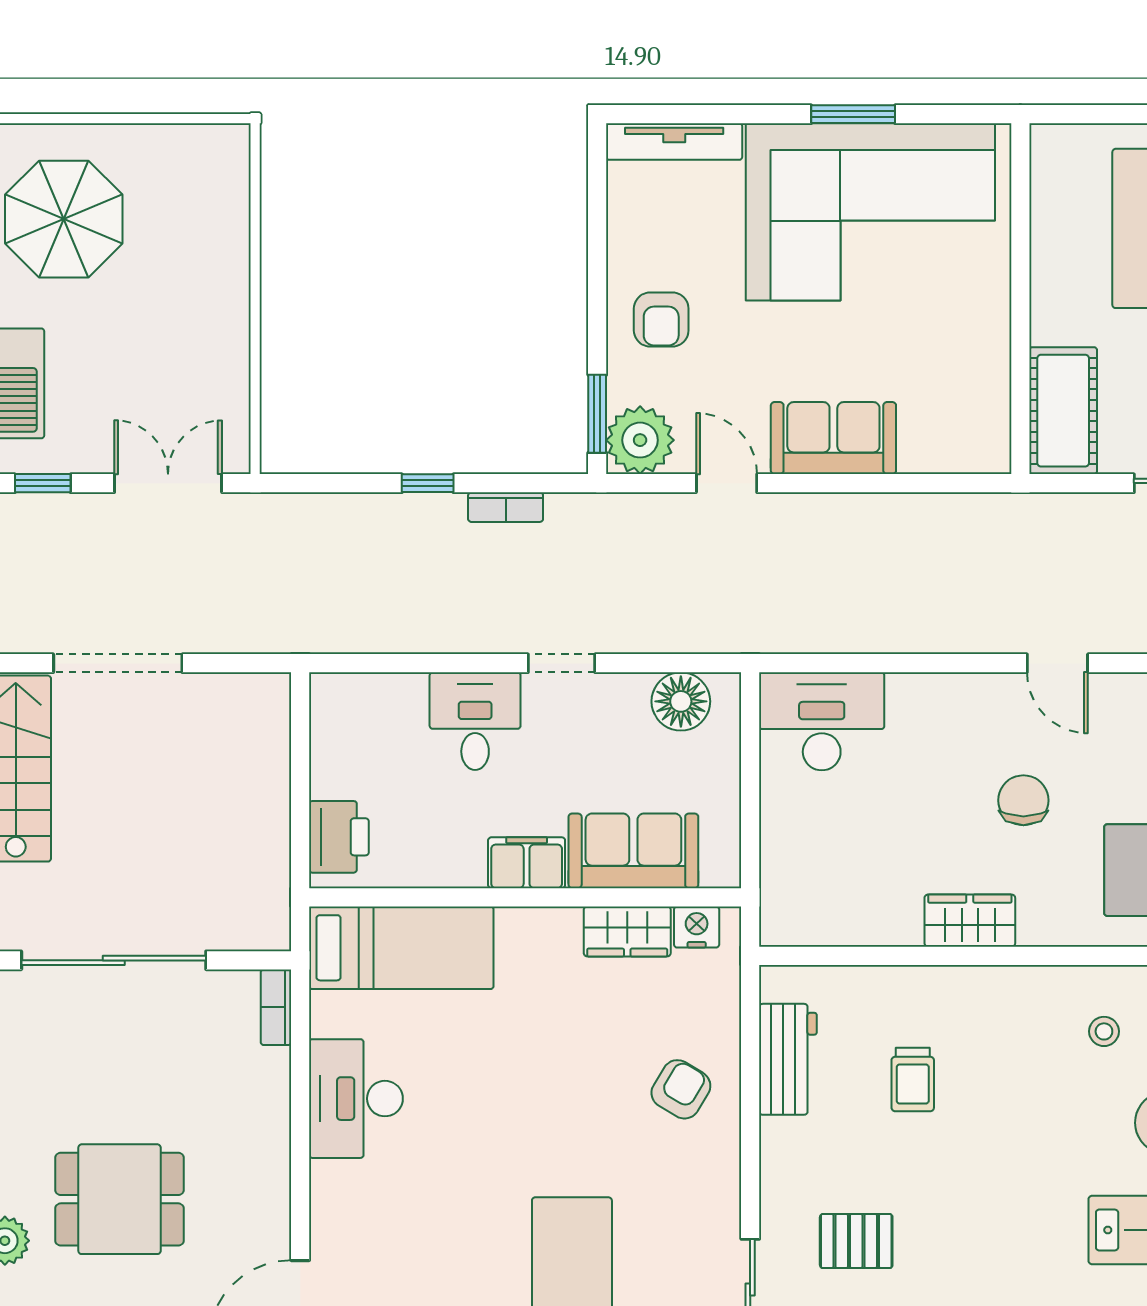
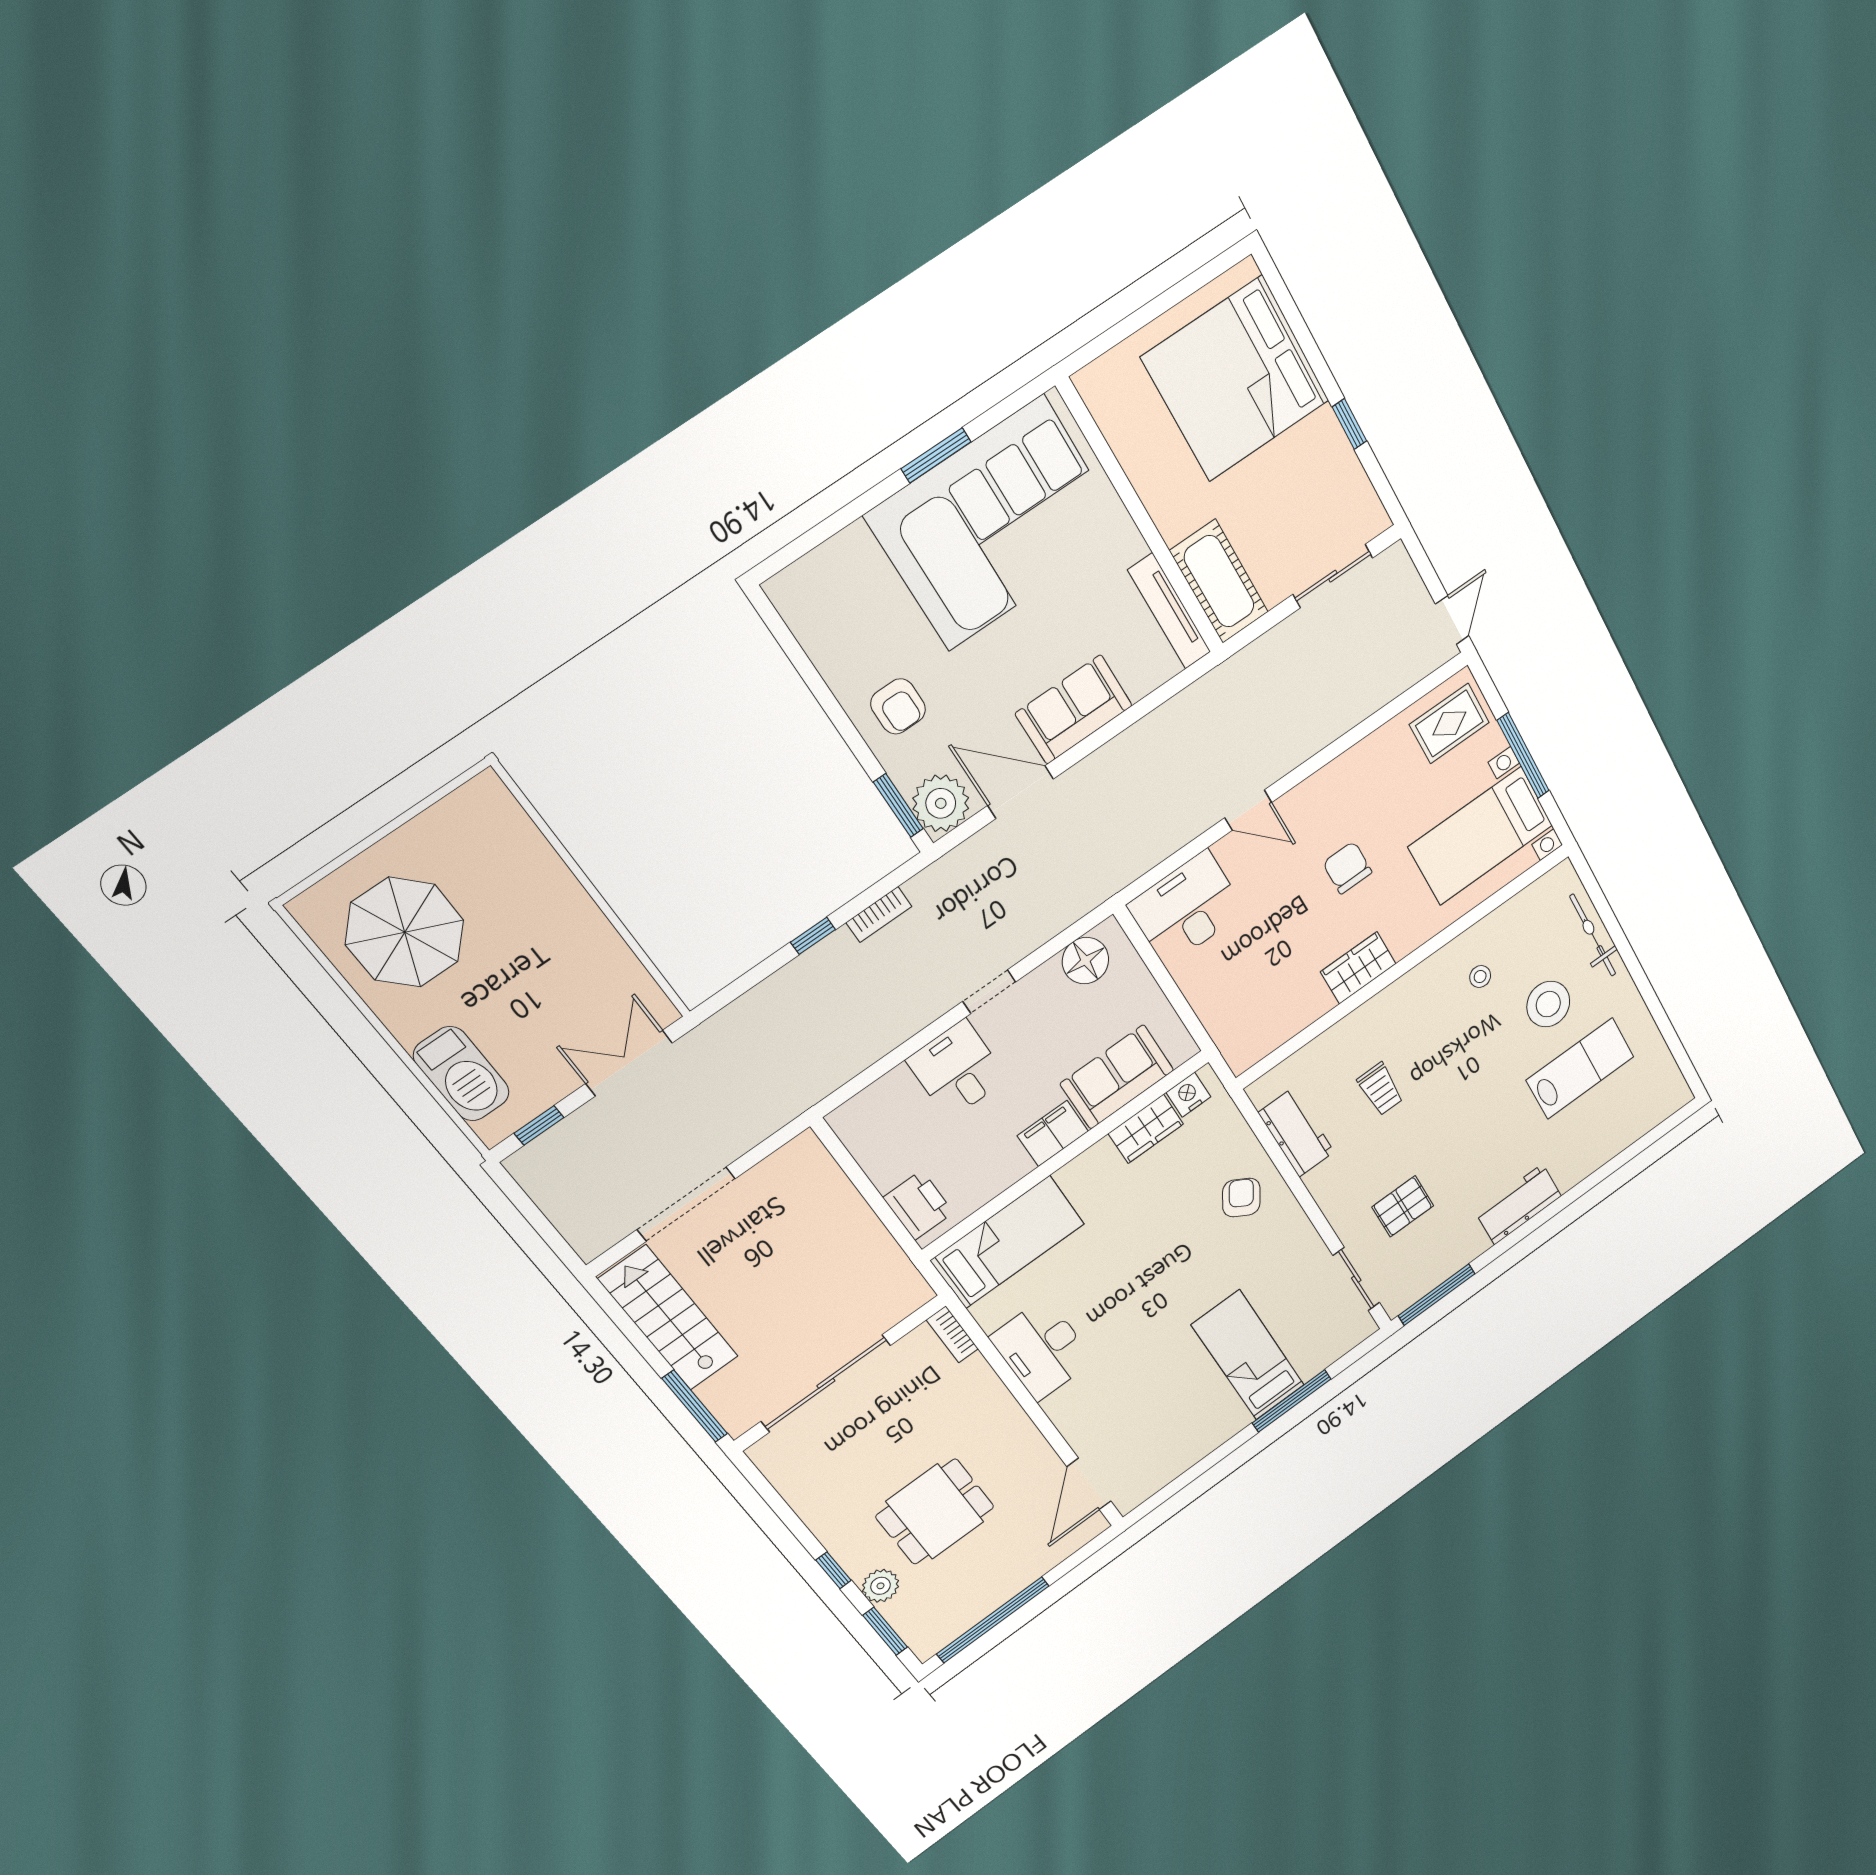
tv unit: (674, 142) -> (1169, 611), moved, turned 90
door: (727, 483) -> (1021, 792), width x1.38
door: (1057, 663) -> (1248, 810), moved

